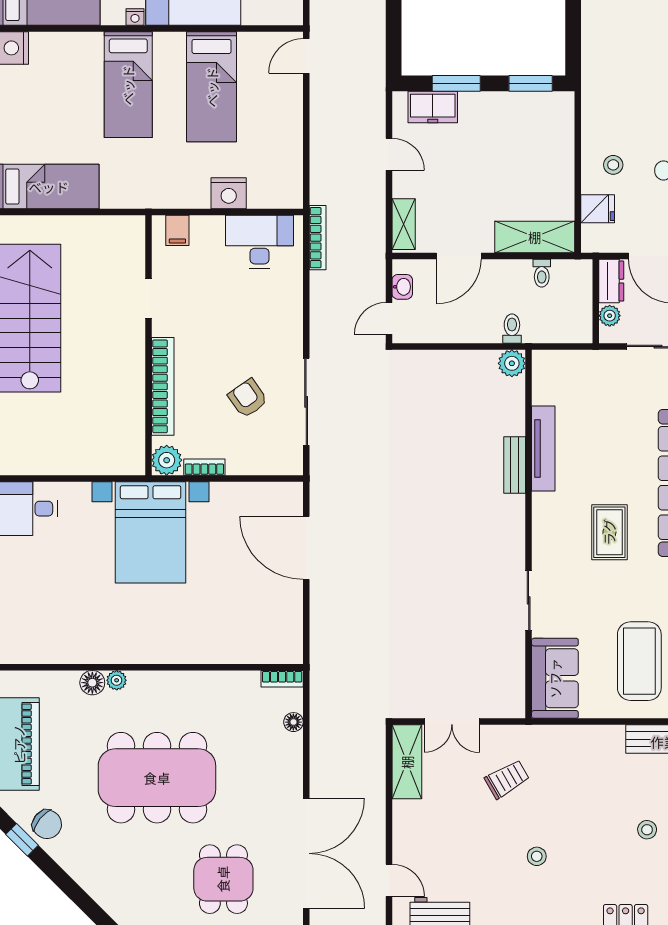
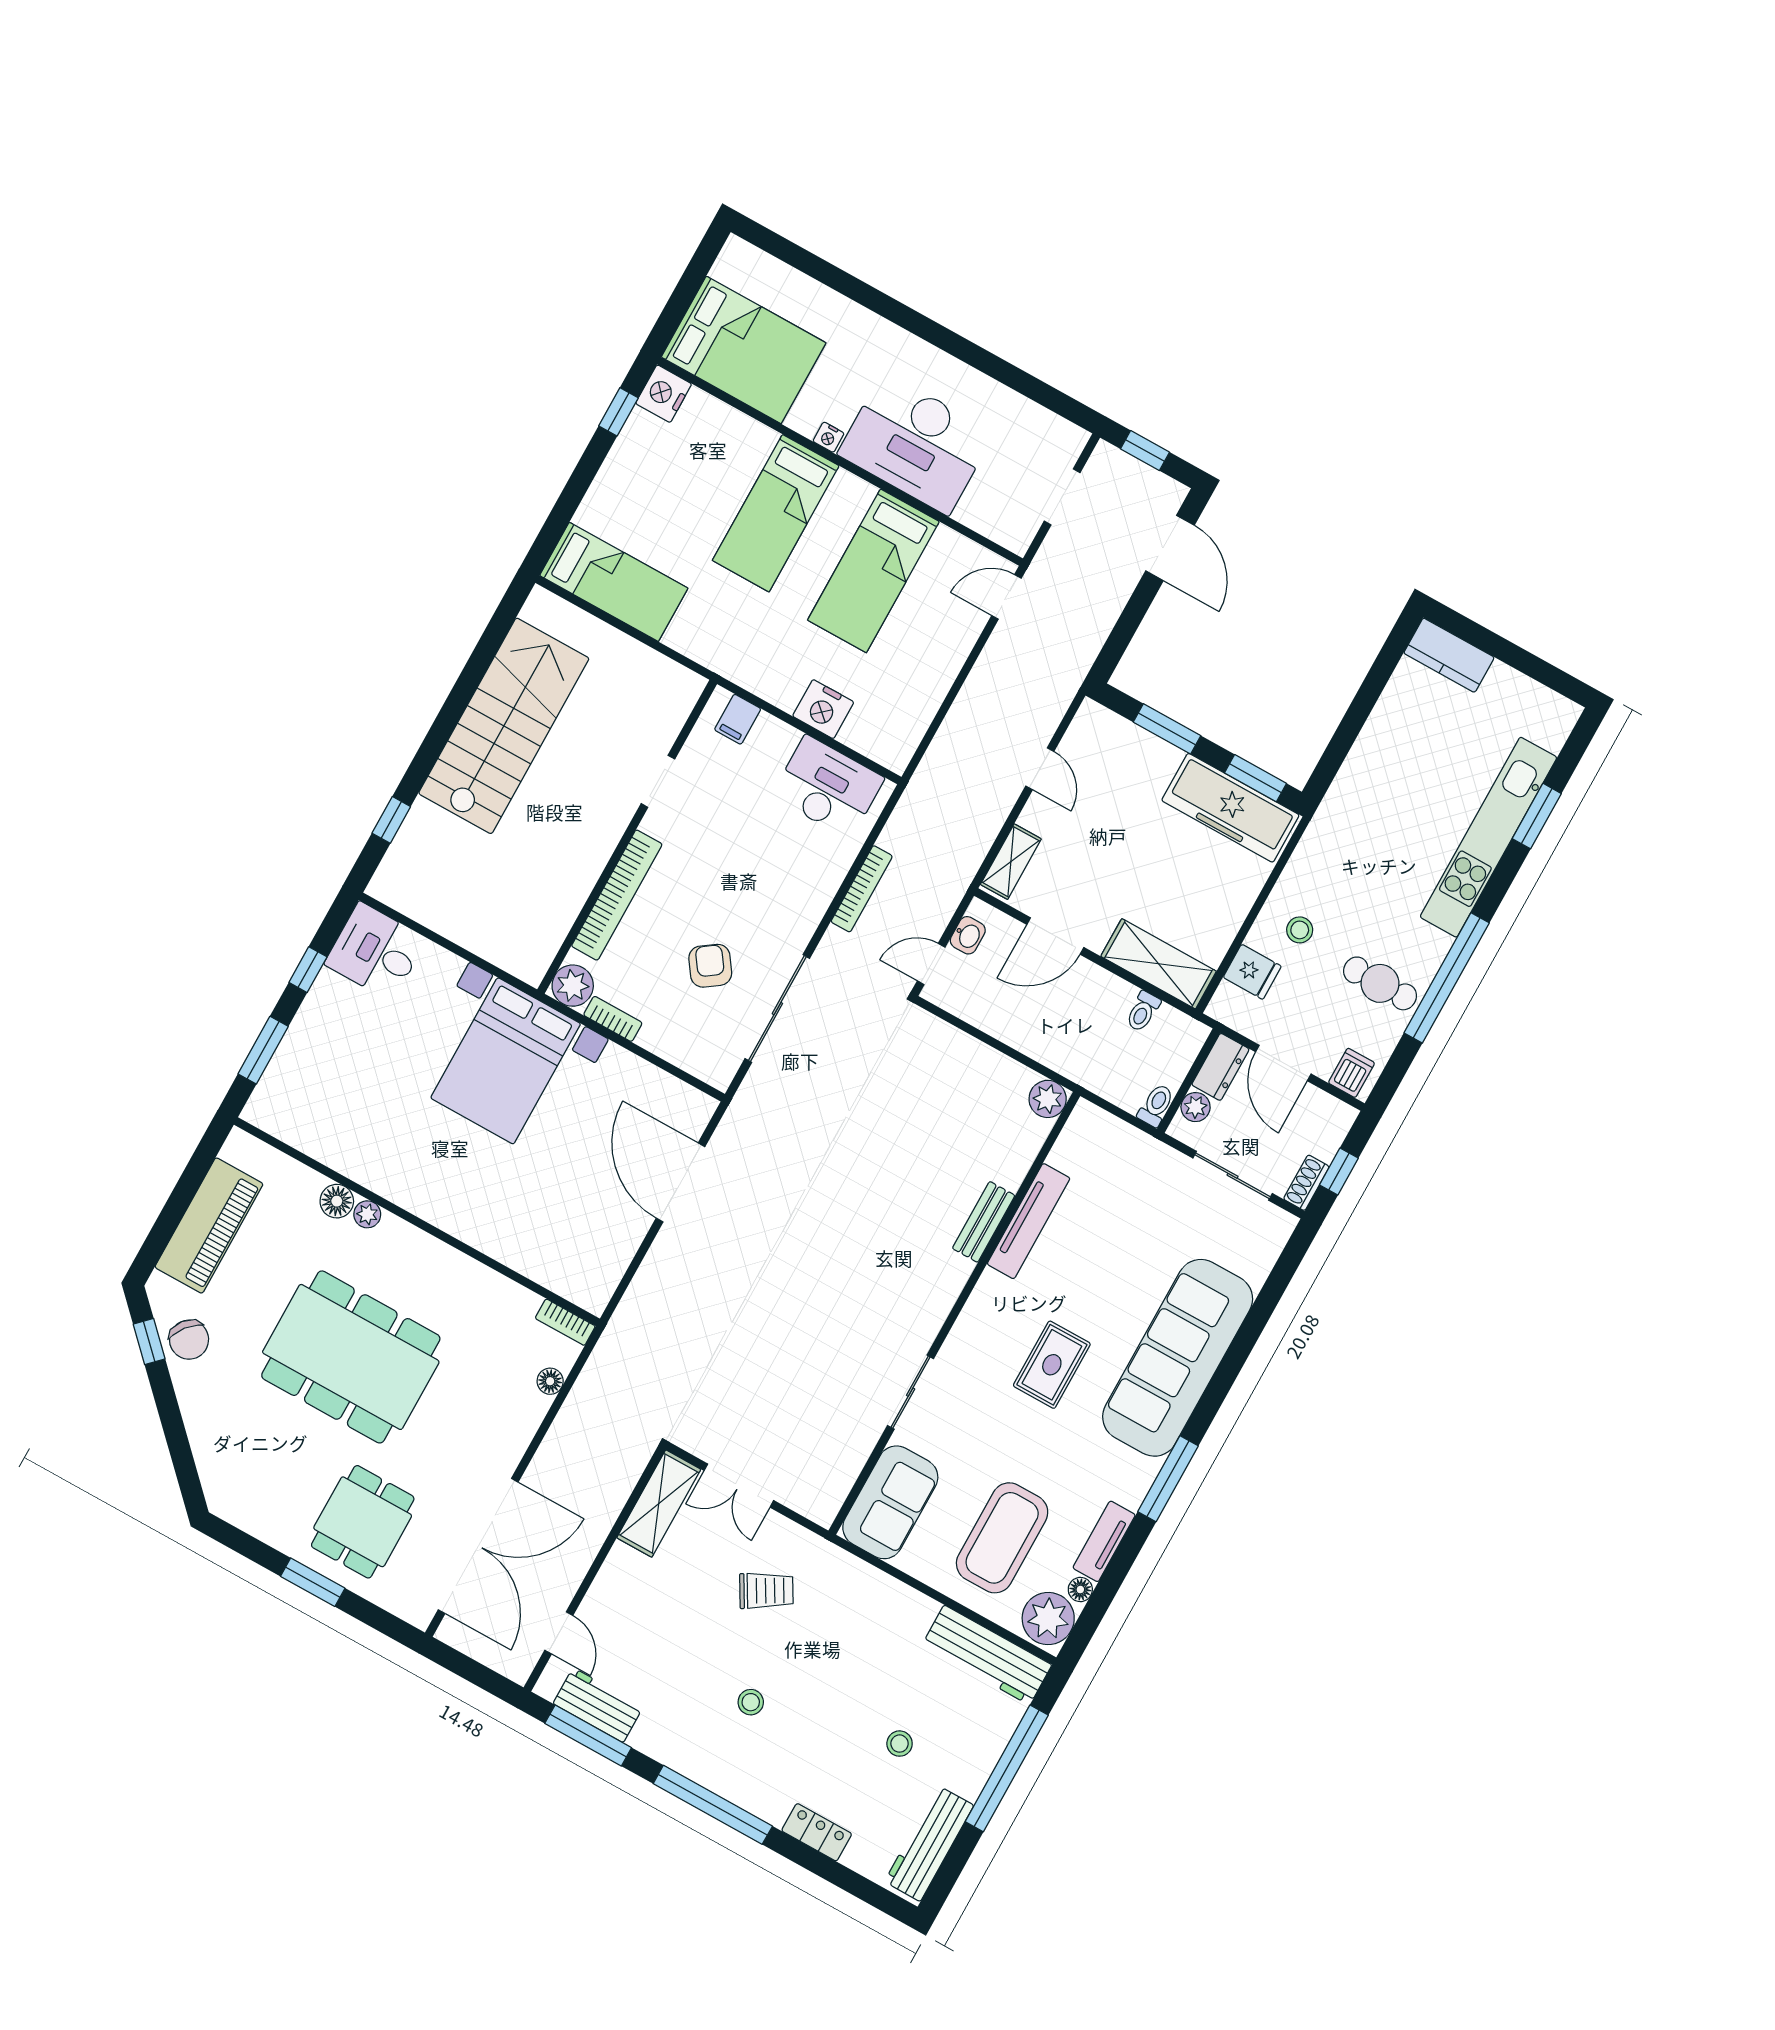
freezer: (433, 107) -> (1230, 808), moved, width x1.91, depth x1.26
bookcase: (318, 238) -> (862, 889), moved
toilet: (512, 329) -> (1156, 1105), moved

